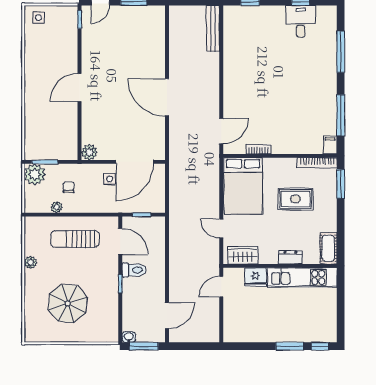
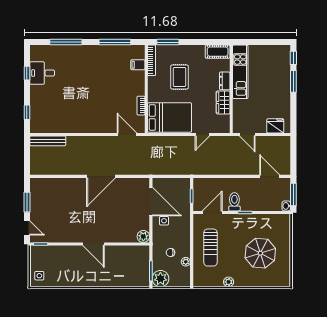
filing cabinet: (330, 145) -> (138, 65), moved
wardrobe: (243, 255) -> (223, 102), moved
fridge: (256, 277) -> (275, 126), moved, turned -90

